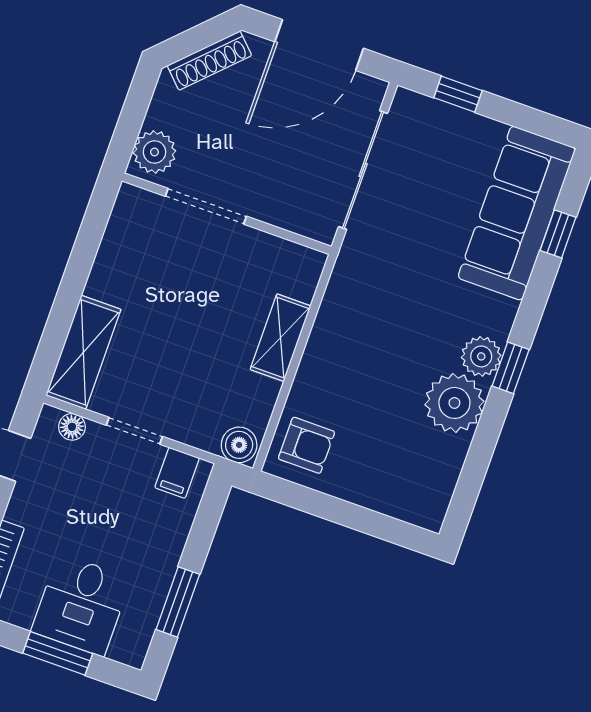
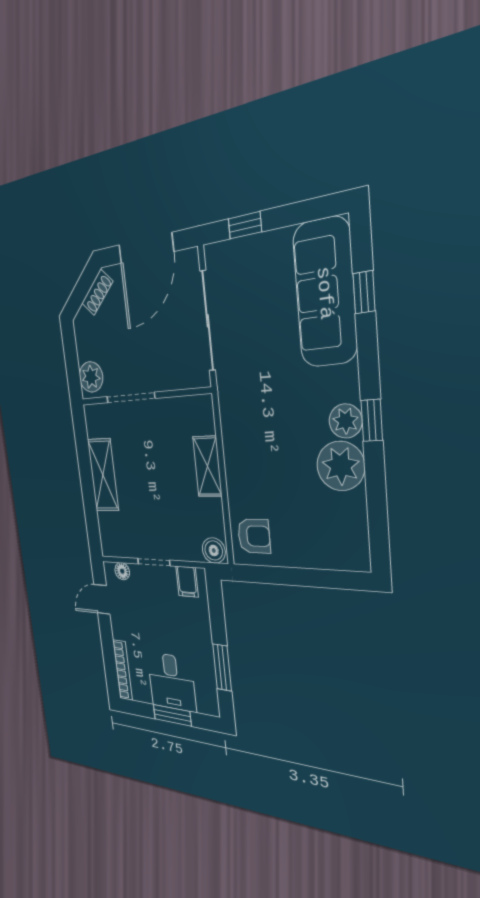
shoe rack: (209, 61) -> (97, 292), width x0.70
shelving: (83, 352) -> (103, 475), moved

